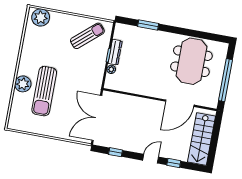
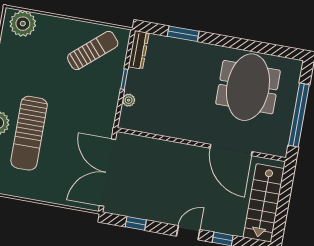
dresser: (115, 52) -> (139, 50), moved
door: (180, 103) -> (231, 150), hinge flipped

